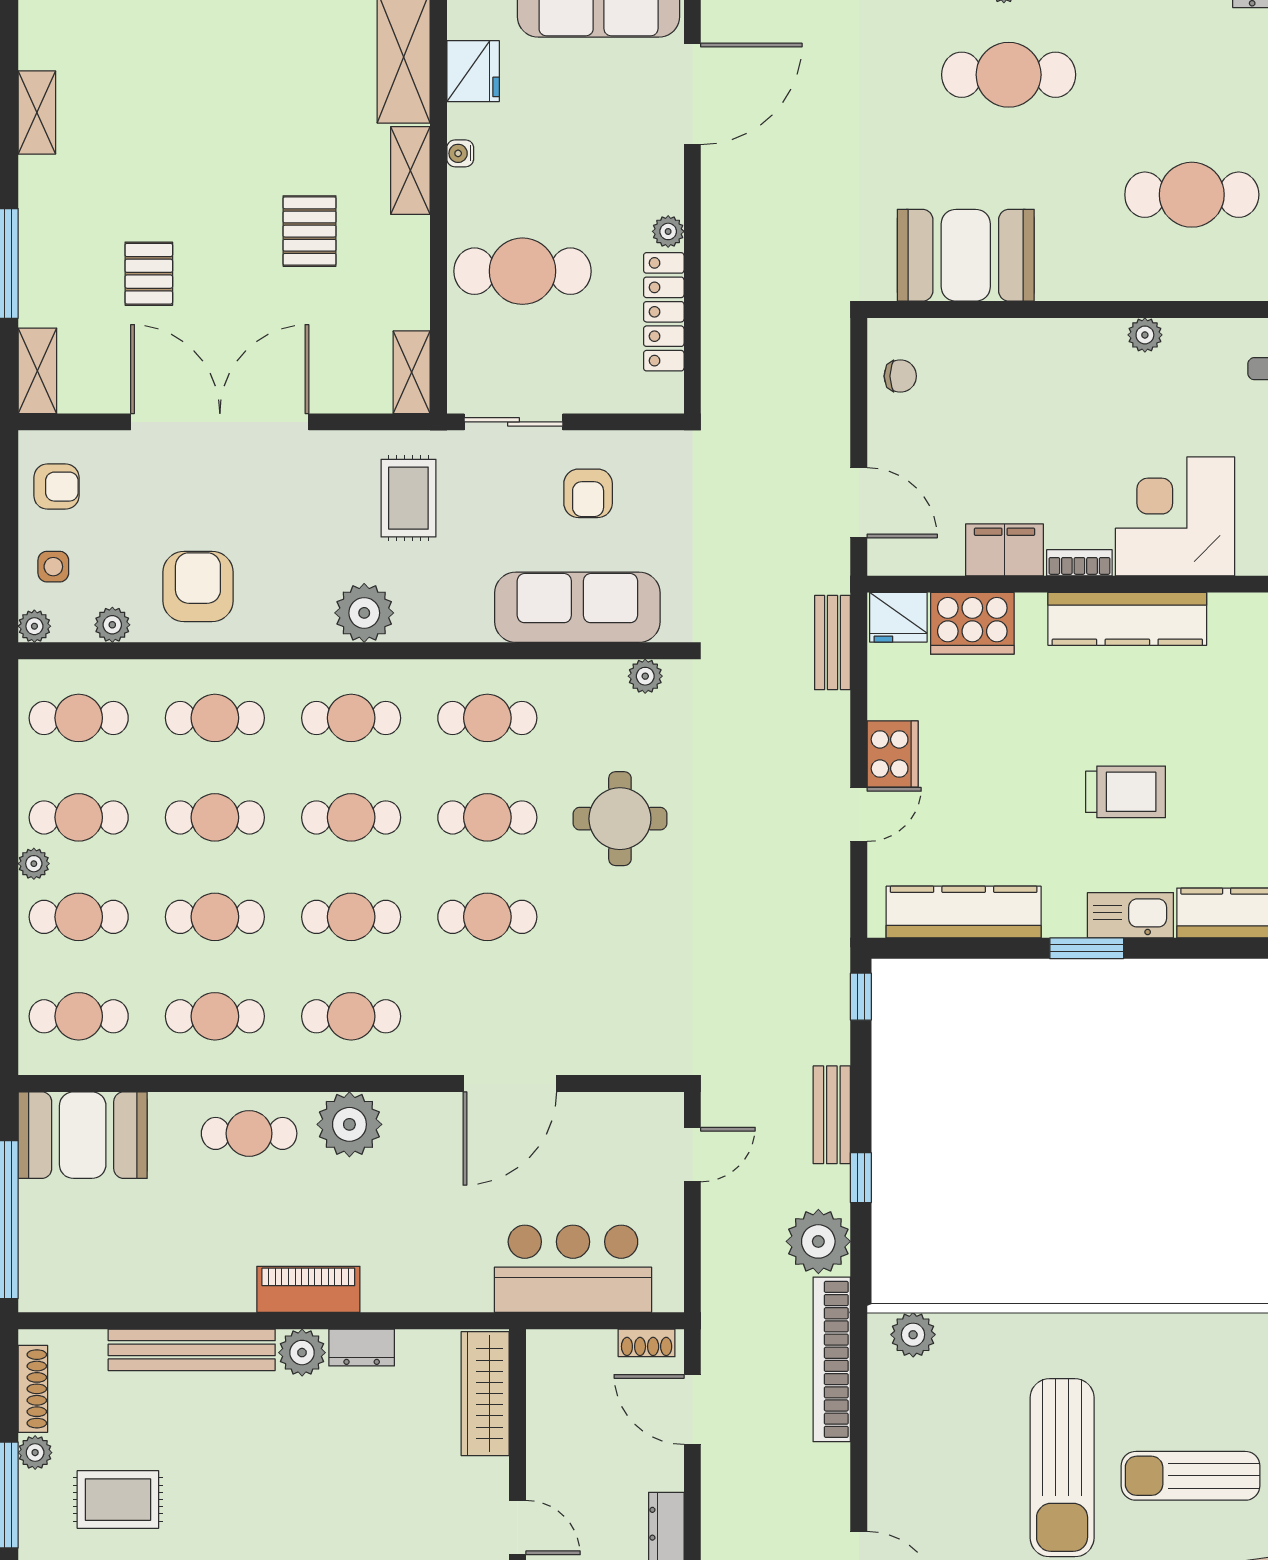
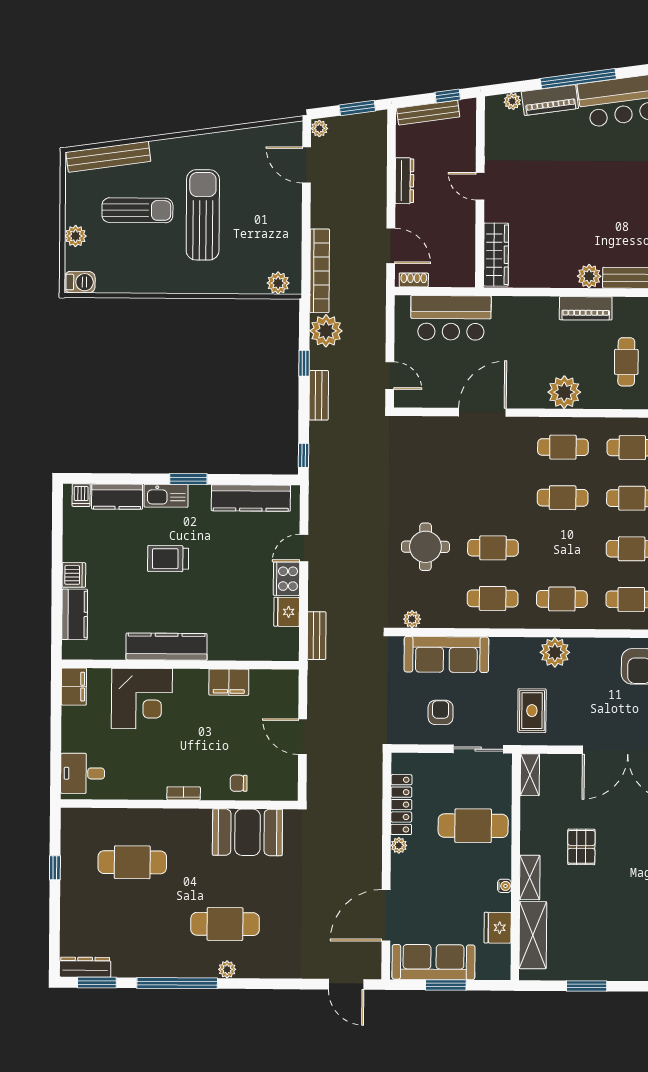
plant: (1145, 335) -> (157, 791), removed
chair: (900, 376) -> (239, 783), moved
door: (859, 503) -> (303, 737), moved
bookcase: (1079, 563) -> (184, 793), moved, turned 180
fridge: (898, 617) -> (287, 612), moved, turned -90
cooker: (972, 623) -> (245, 645), removed
cafe table: (351, 817) -> (562, 548), removed
cafe table: (487, 917) -> (493, 497), removed
cafe table: (249, 1133) -> (626, 362), moved, turned 90
door: (692, 1155) -> (390, 376), swing flipped
dresser: (362, 1348) -> (559, 279), removed

